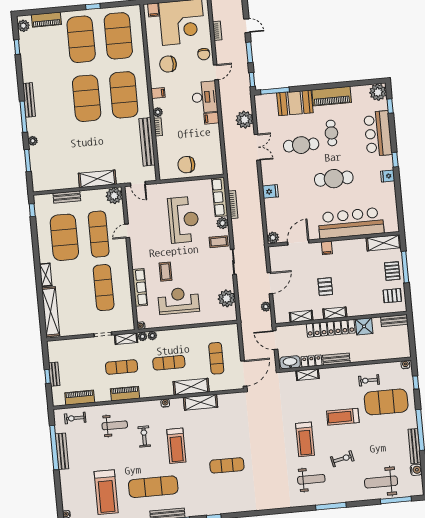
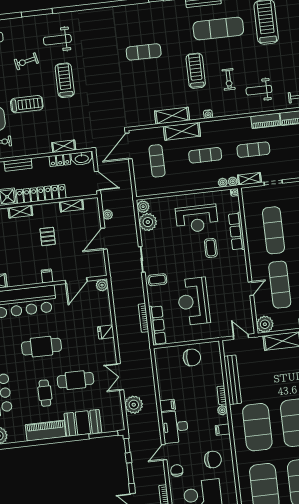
plant: (223, 223) -> (143, 207), moved
shelving: (335, 313) -> (20, 212), moved
bench: (336, 359) -> (18, 165), moved
piano: (125, 394) -> (266, 121), moved

